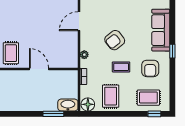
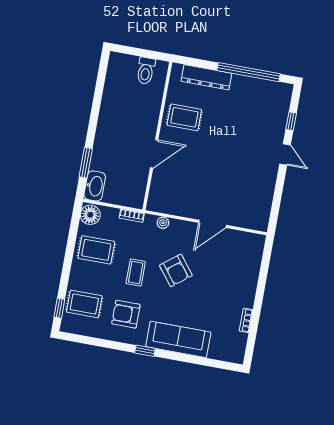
door: (79, 21) -> (212, 224), swing flipped
armchair: (115, 40) -> (176, 270), turned 180
rug: (148, 98) -> (84, 304), turned 90

